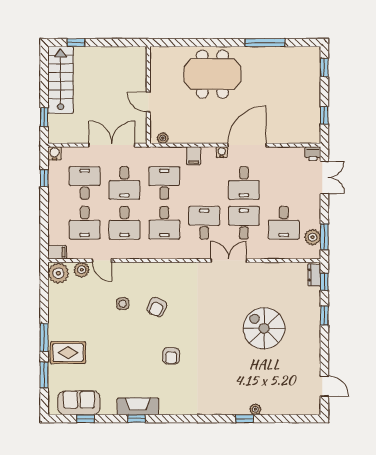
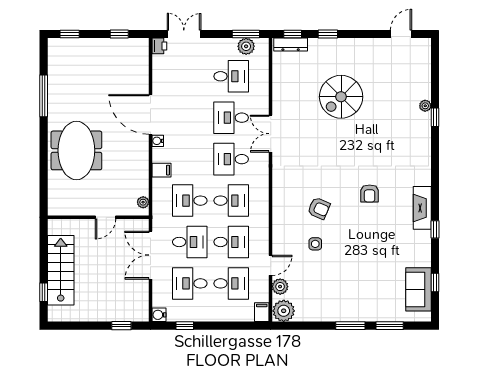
stairs: (61, 80) -> (61, 270), moved, turned 90
desk: (244, 183) -> (190, 118), removed
dresser: (314, 275) -> (291, 45), width x1.44
rug: (68, 353) -> (366, 301), removed
armchair: (171, 356) -> (370, 193), turned 90
fireplace: (138, 406) -> (422, 208), moved

